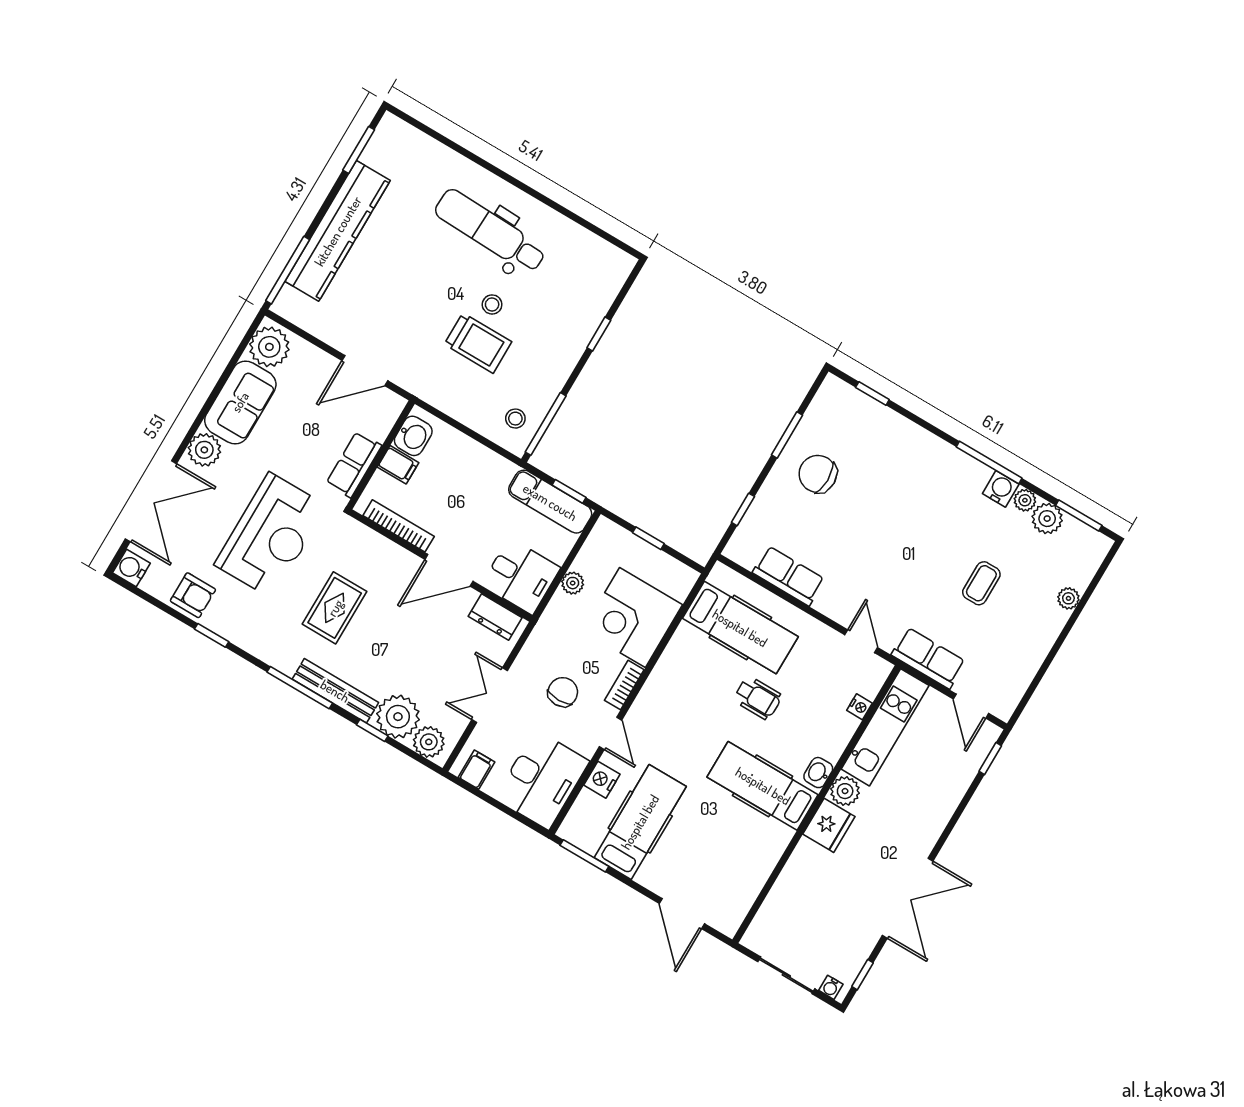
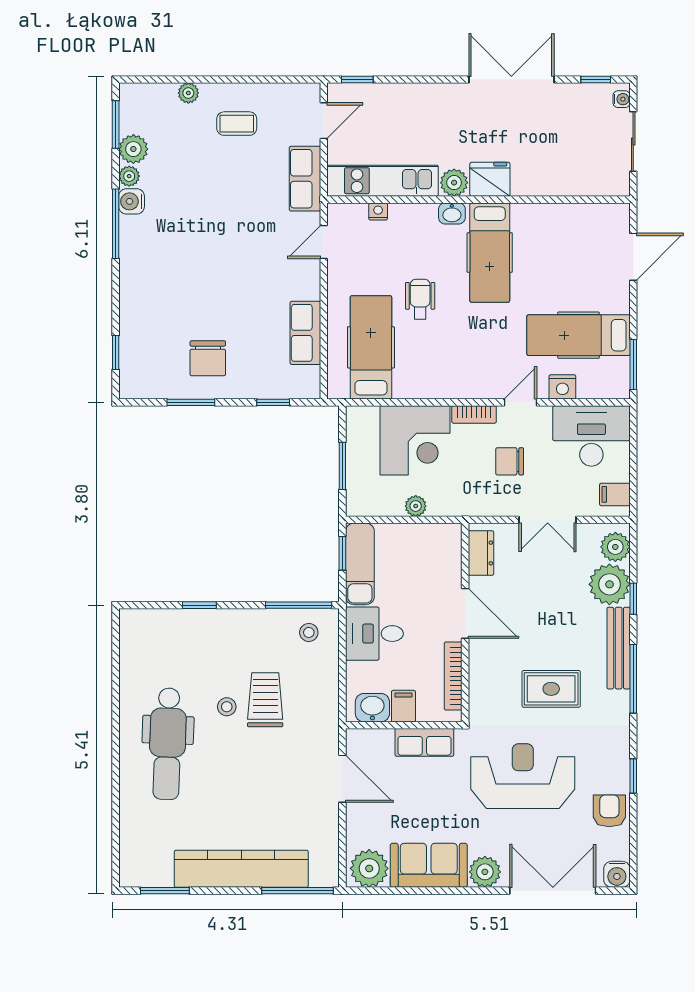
window: (648, 538) -> (342, 466), width x1.50
desk: (521, 576) -> (374, 634), moved, turned -90
coffee table: (981, 583) -> (237, 124), moved

